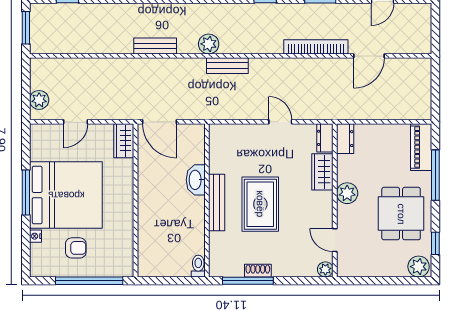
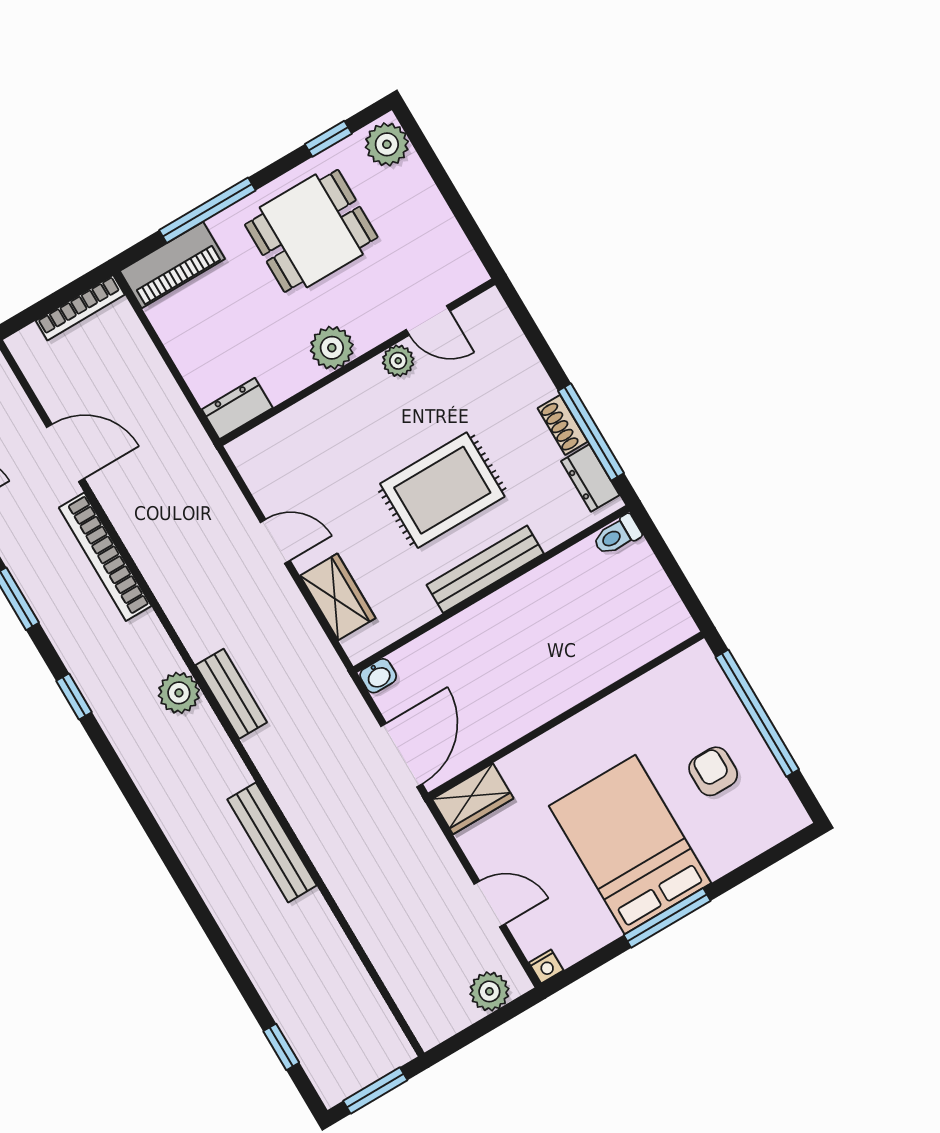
plant: (209, 44) -> (179, 693), moved
bench: (155, 46) -> (272, 842), width x1.36
bookcase: (426, 98) -> (80, 308), added
door: (280, 122) -> (275, 541), swing flipped
dresser: (325, 138) -> (590, 478), moved, turned 90
wardrobe: (322, 172) -> (338, 597), moved, turned -90
washbasin: (196, 180) -> (378, 676), moved, width x0.52, depth x0.69
bed: (66, 195) -> (630, 844), width x0.73
nightstand: (36, 236) -> (546, 967), moved
door: (335, 240) -> (428, 320), hinge flipped
plant: (325, 269) -> (398, 361), moved

